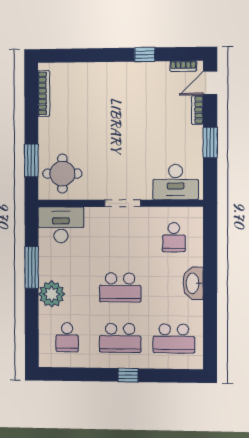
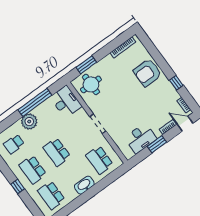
armchair: (102, 84) -> (148, 73), added
desk: (176, 182) -> (141, 138), moved, turned -90
school desk: (174, 237) -> (100, 160), width x1.85
window: (32, 267) -> (35, 102), width x1.46

